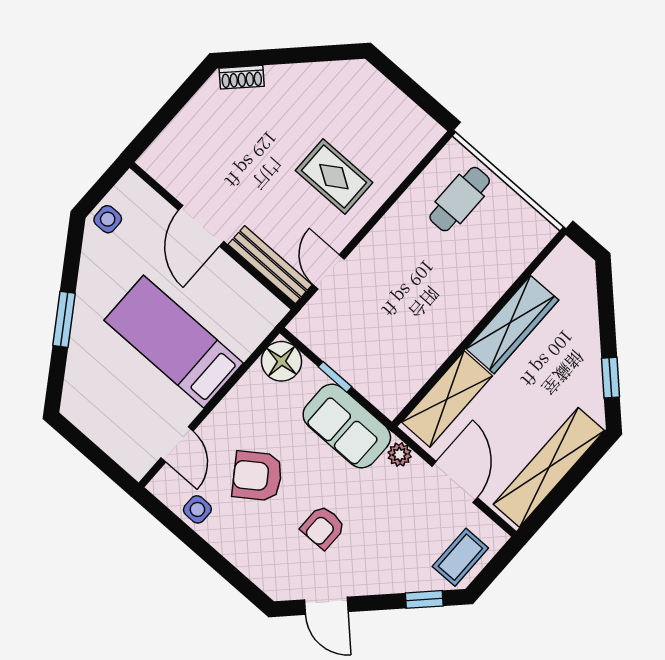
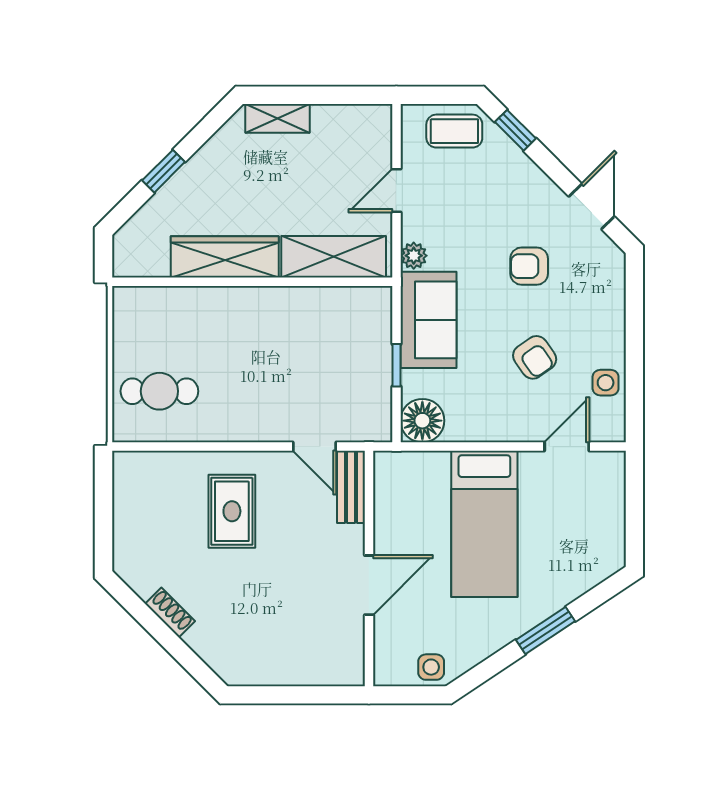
shoe rack: (242, 77) -> (170, 612), moved
bench: (270, 265) -> (351, 487), width x0.73
door: (329, 272) -> (314, 447), hinge flipped
window: (611, 378) -> (164, 171), moved
shelving: (549, 467) -> (278, 118), width x0.45, depth x0.75
armchair: (257, 476) -> (535, 357), width x0.72, depth x0.72
door: (455, 482) -> (396, 190), width x0.73
armchair: (323, 527) -> (529, 266), turned 180

